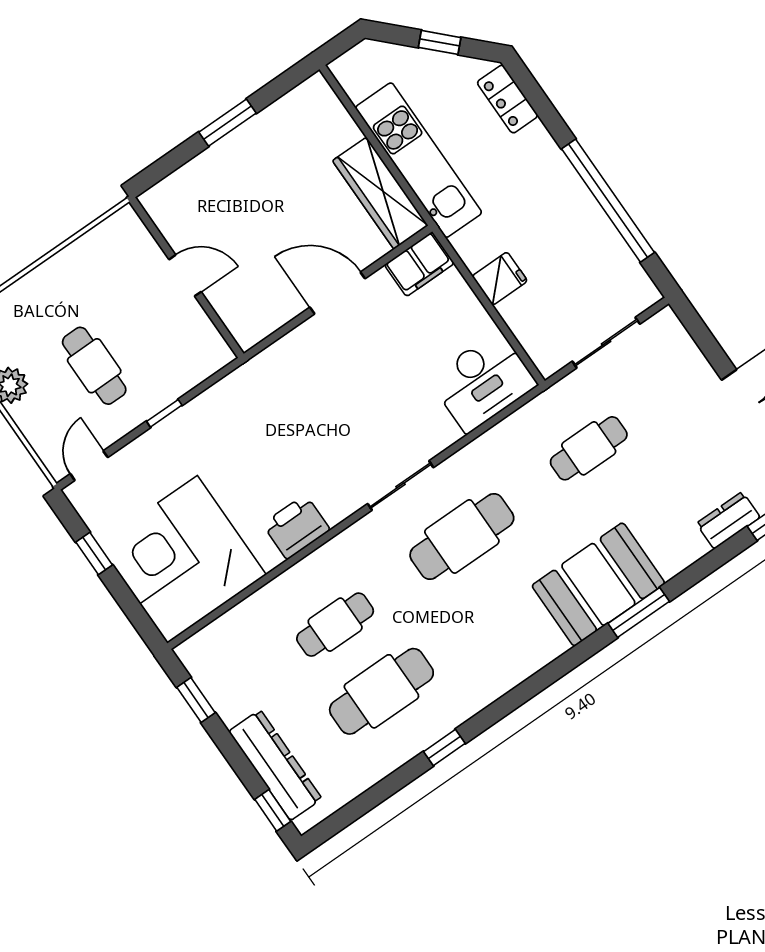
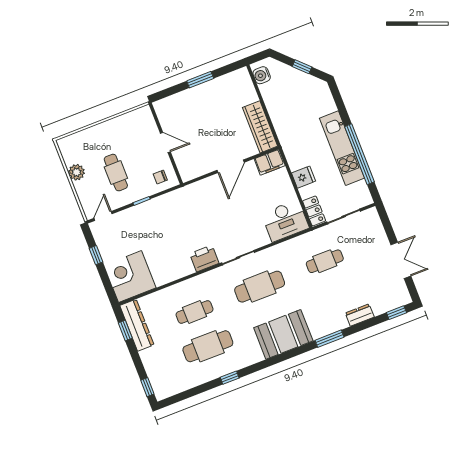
water cooler: (357, 81) -> (262, 75), added
locker: (507, 99) -> (314, 211), moved, turned 180
kitchen unit: (419, 160) -> (342, 148), moved, turned 180
door: (338, 293) -> (231, 166), swing flipped
chair: (192, 353) -> (160, 177), added
dresser: (728, 520) -> (360, 315), moved
printer: (296, 527) -> (204, 258), moved
corner desk: (182, 559) -> (130, 277), width x0.74, depth x0.74
booth: (598, 584) -> (283, 334), moved
dresser: (275, 765) -> (137, 325), moved

